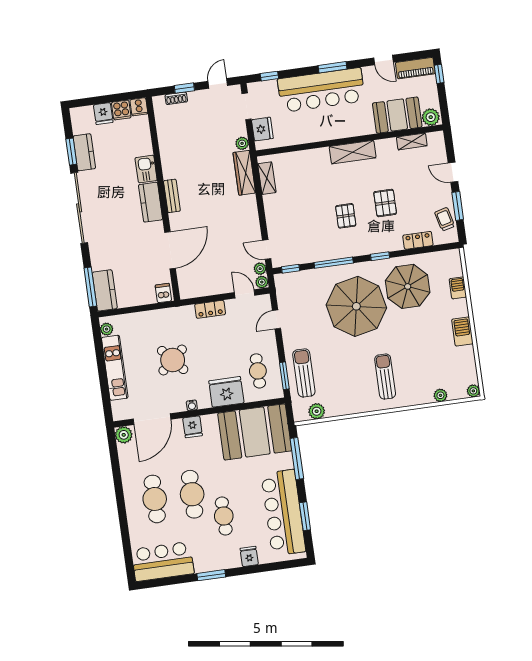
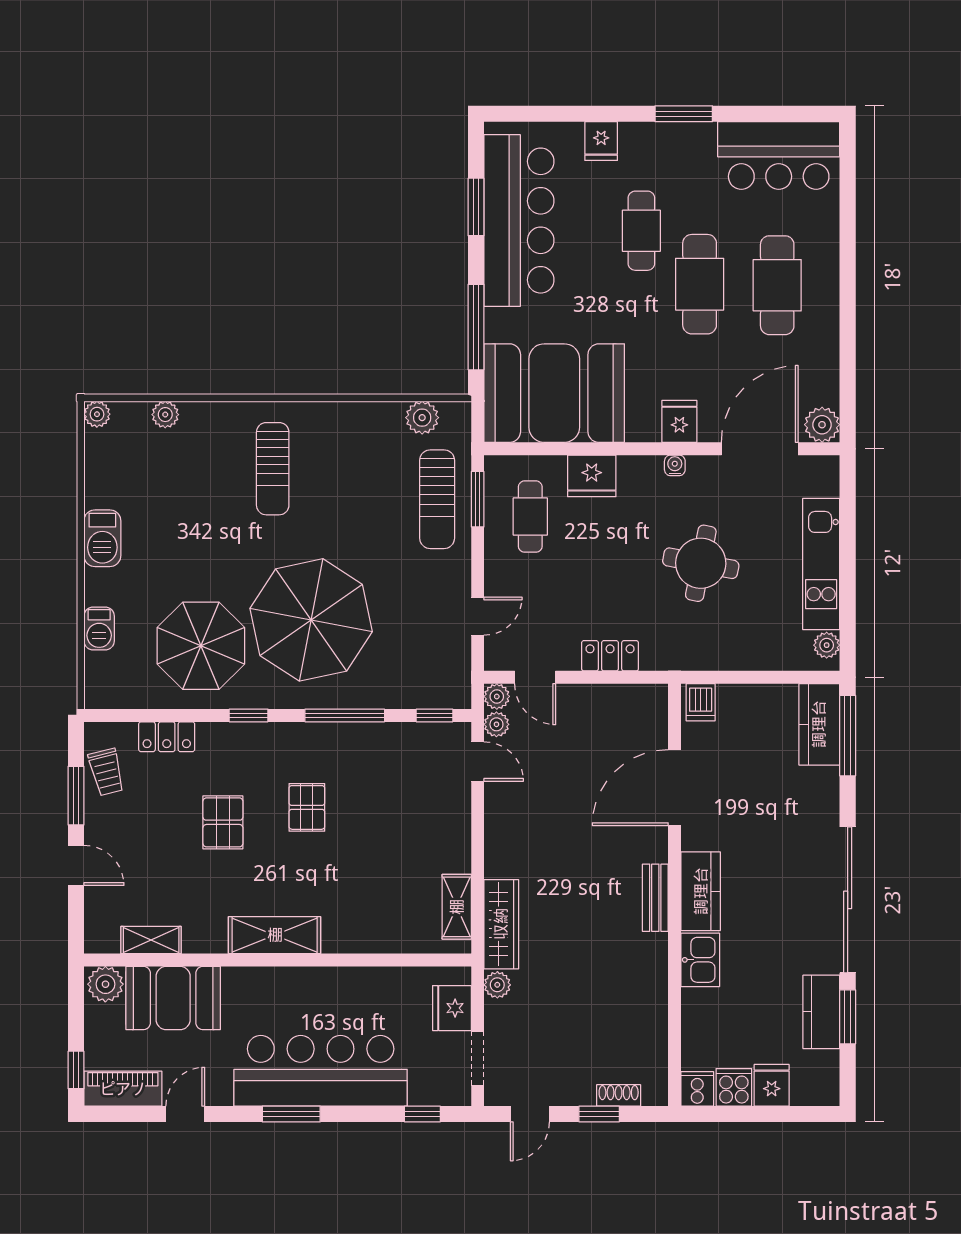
door: (384, 60) -> (185, 1114), hinge flipped
round table: (173, 360) -> (701, 563), turned -38
fridge: (226, 392) -> (592, 476), width x0.73, depth x0.75

